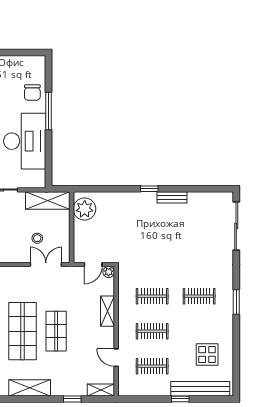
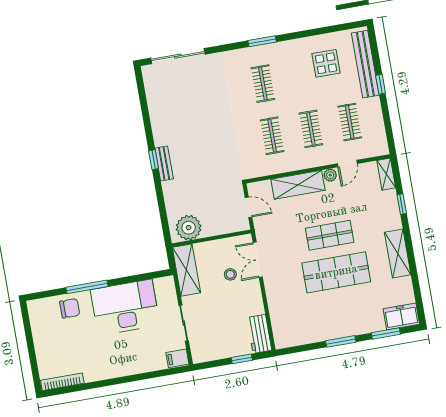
bench: (172, 197) -> (164, 164), moved
plant: (109, 272) -> (330, 175), moved
shelving: (107, 311) -> (298, 185), width x1.50, depth x1.33

